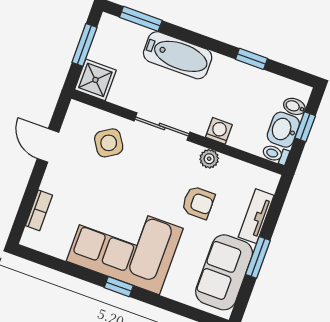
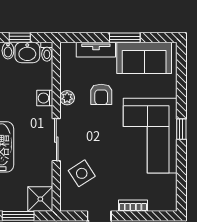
armchair: (198, 203) -> (101, 94), turned 180
bookcase: (39, 210) -> (133, 206), moved

